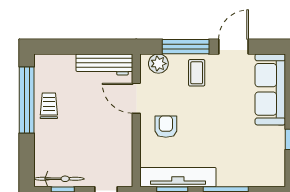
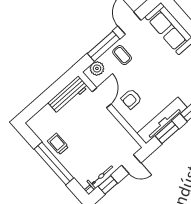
door: (136, 98) -> (102, 98), swing flipped
window: (27, 100) -> (54, 163), moved
armchair: (166, 127) -> (131, 99), turned -90

